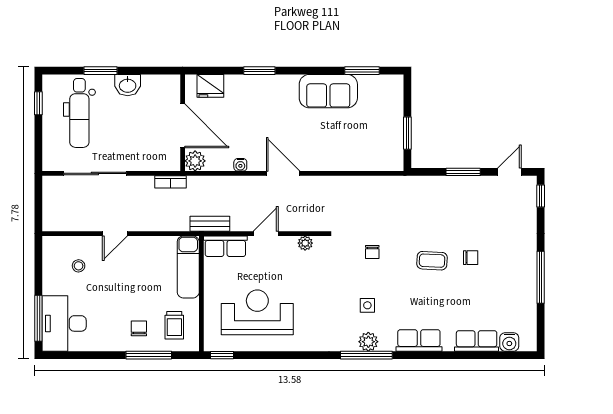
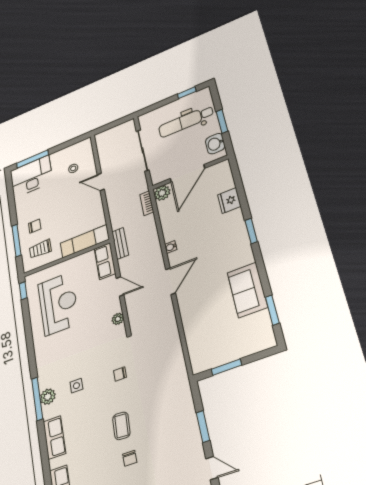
wall: (183, 123) -> (190, 172), moved
door: (183, 126) -> (187, 173), moved
plant: (195, 161) -> (162, 193), moved

